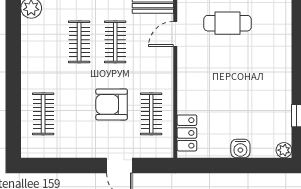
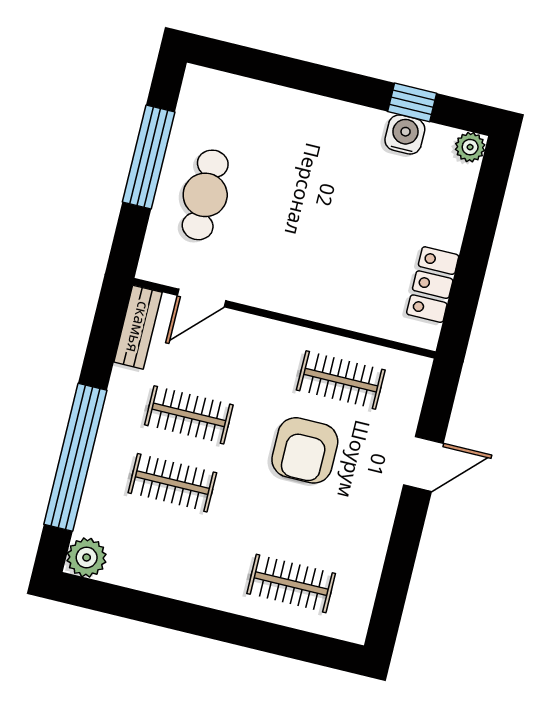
door: (175, 34) -> (202, 298), hinge flipped
locker: (187, 133) -> (433, 285), moved, turned -90
water cooler: (240, 149) -> (405, 135), moved, turned -90

